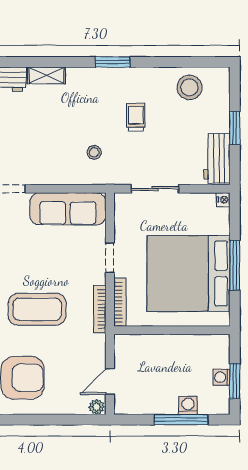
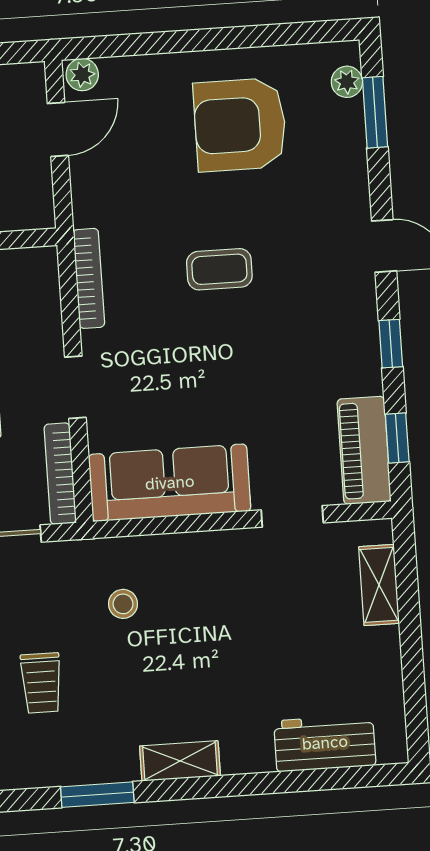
shelving: (47, 75) -> (180, 761), moved
bookcase: (120, 302) -> (60, 474), moved
coffee table: (37, 309) -> (219, 269), width x0.54, depth x0.58

